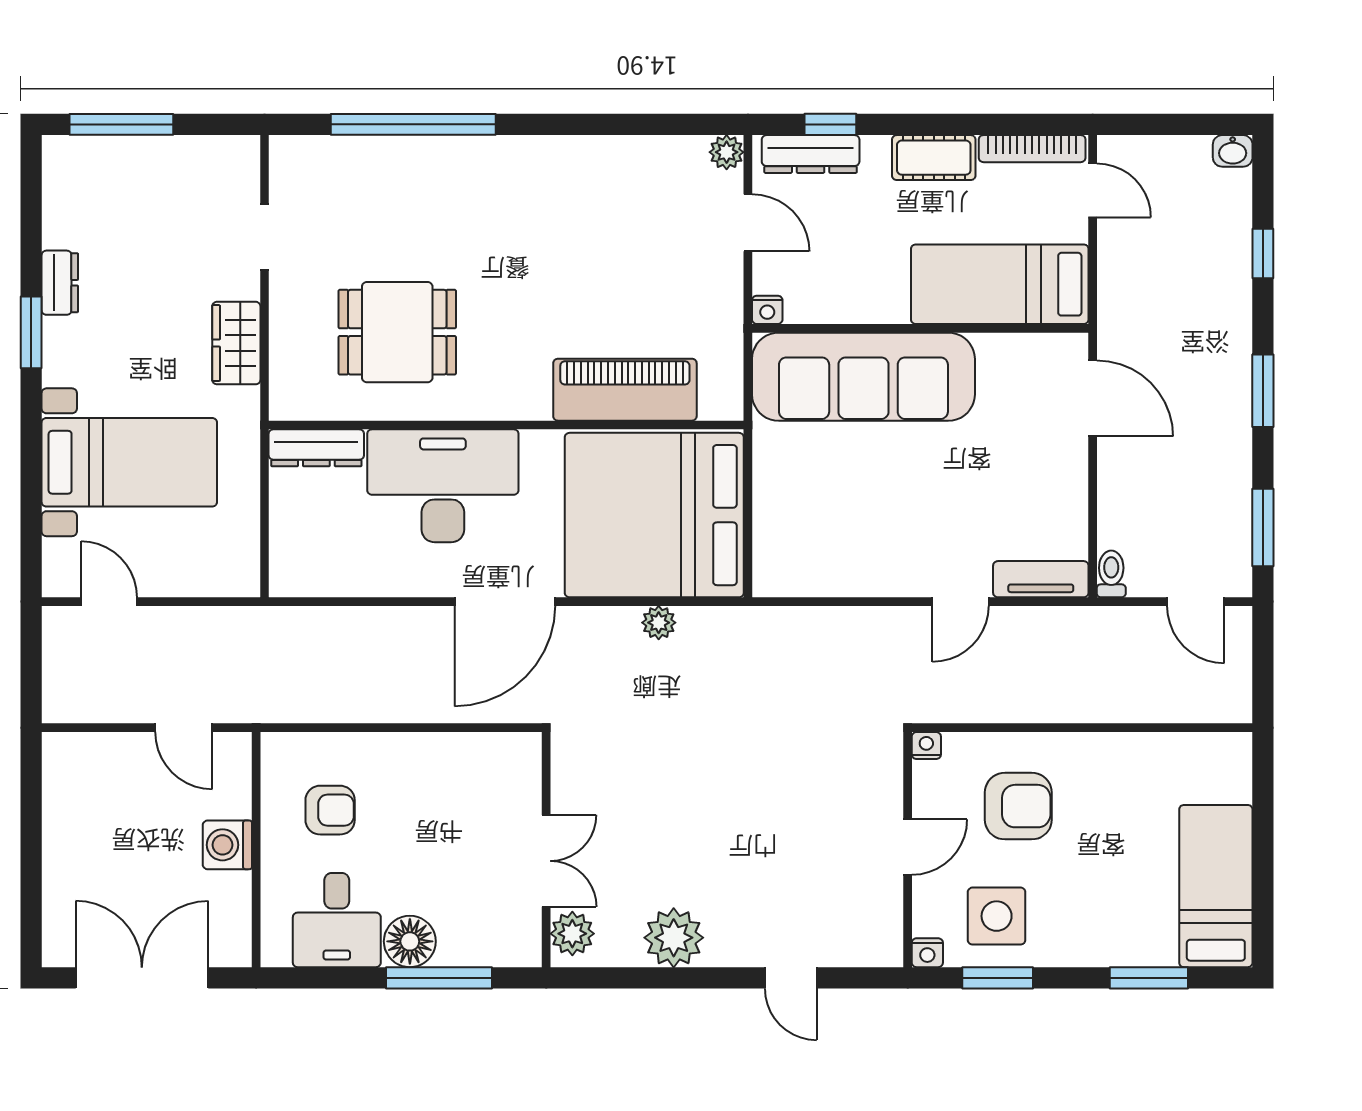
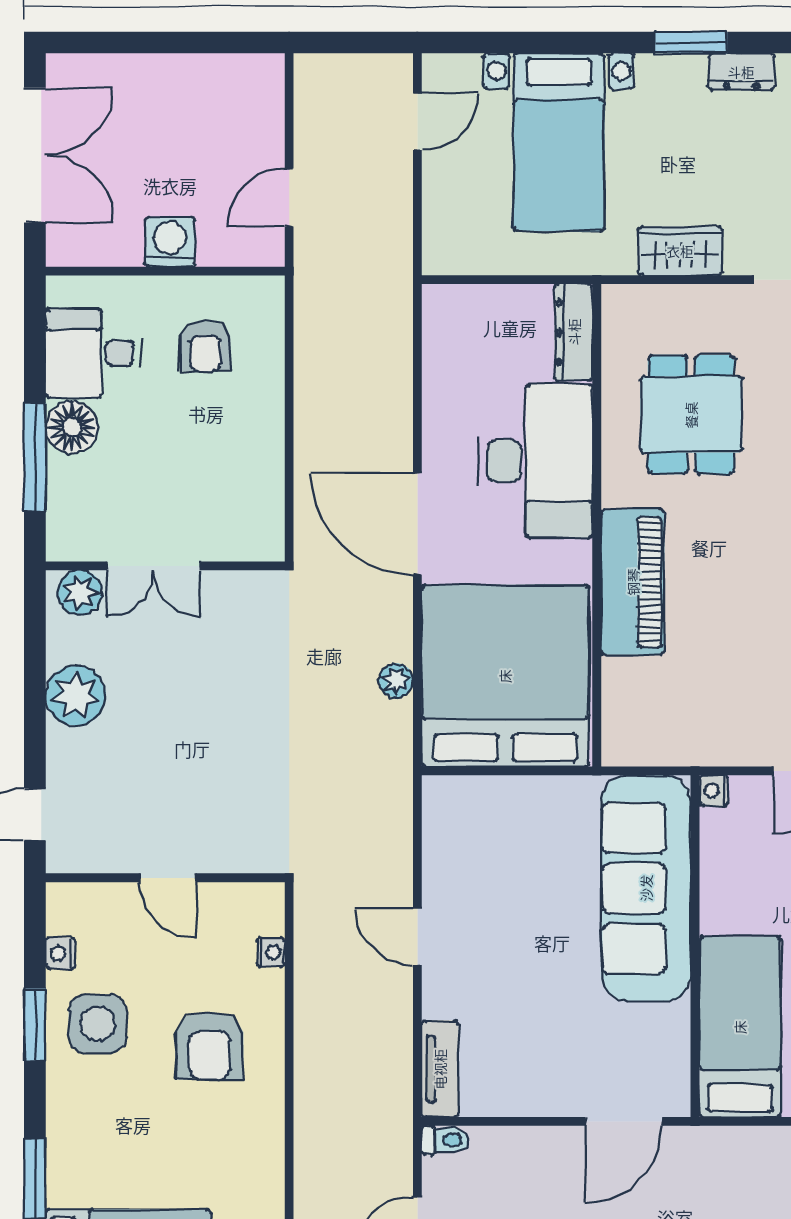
piano: (625, 390) -> (633, 582), moved
door: (960, 602) -> (417, 937), moved
door: (908, 847) -> (168, 878), moved
wall: (908, 850) -> (165, 878), moved

